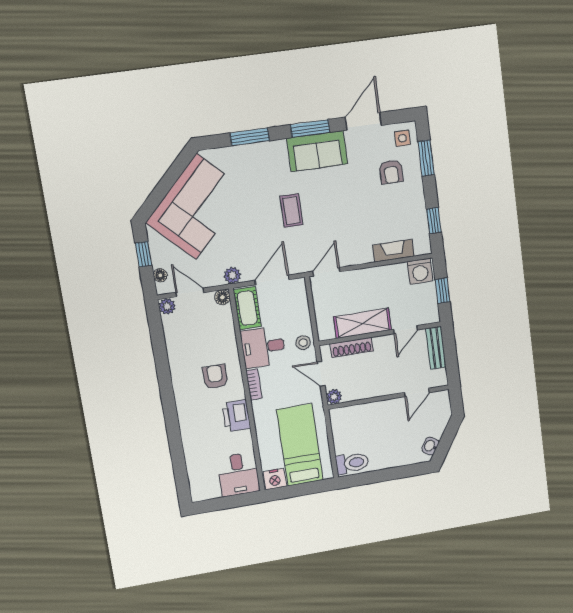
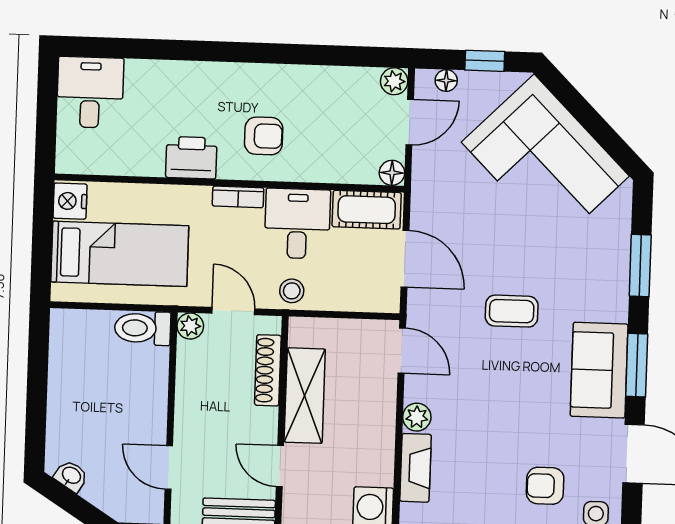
plant: (232, 275) -> (417, 417), moved
door: (321, 374) -> (233, 311), hinge flipped
toilet: (352, 463) -> (143, 328), moved, turned 90
desk: (238, 474) -> (90, 92), moved, turned 90

